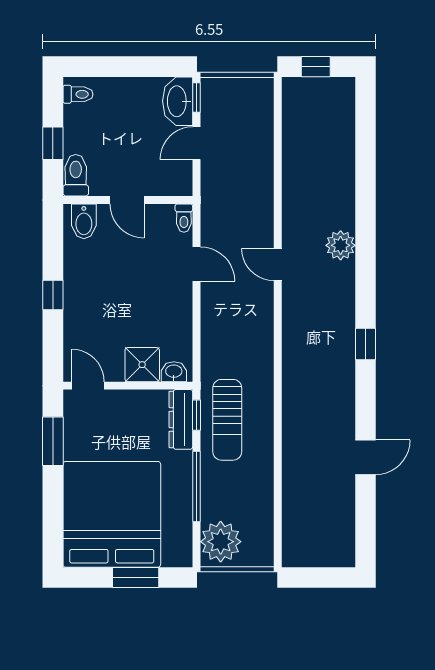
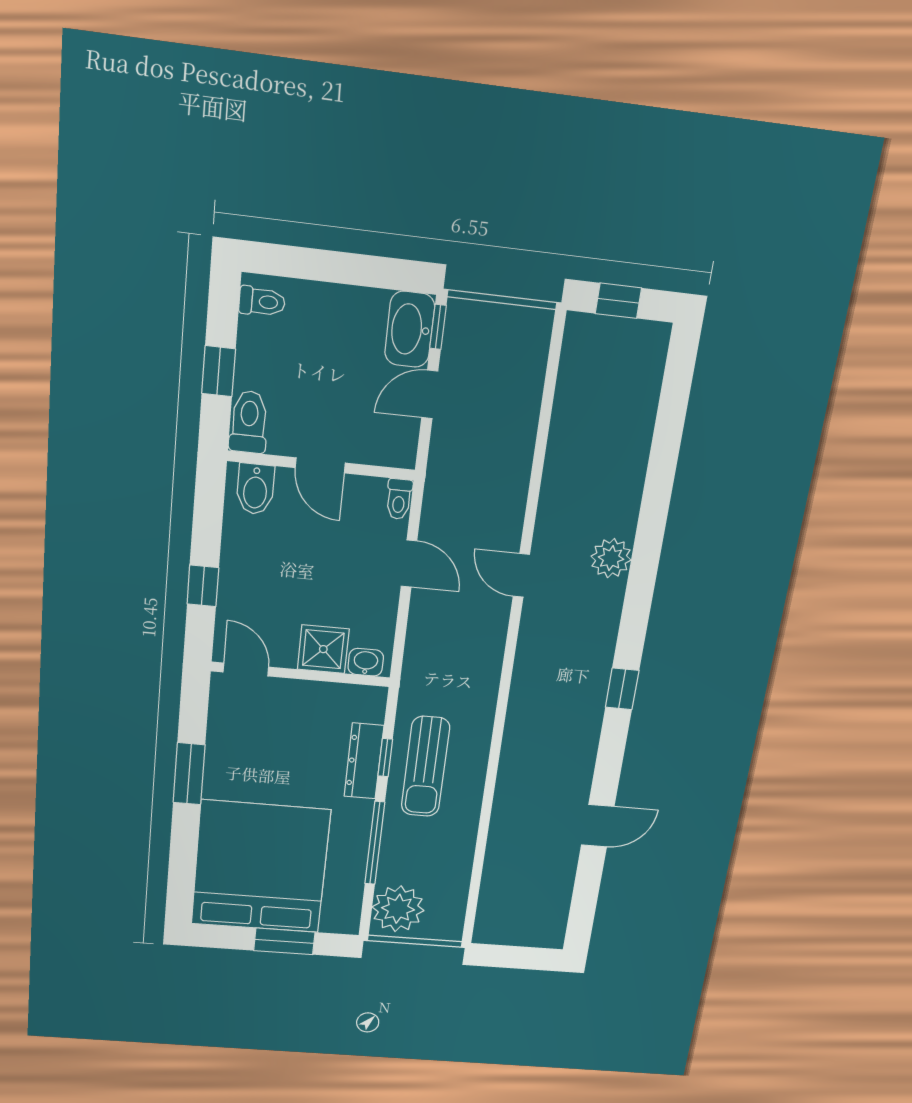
shower: (142, 365) -> (323, 649), moved
washbasin: (174, 372) -> (366, 662), moved
door: (88, 386) -> (246, 669), moved
wall: (128, 386) -> (301, 674), moved

